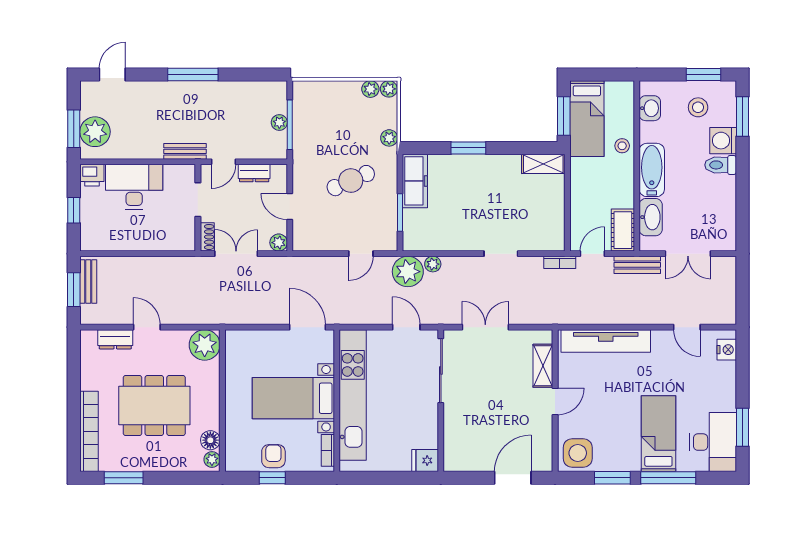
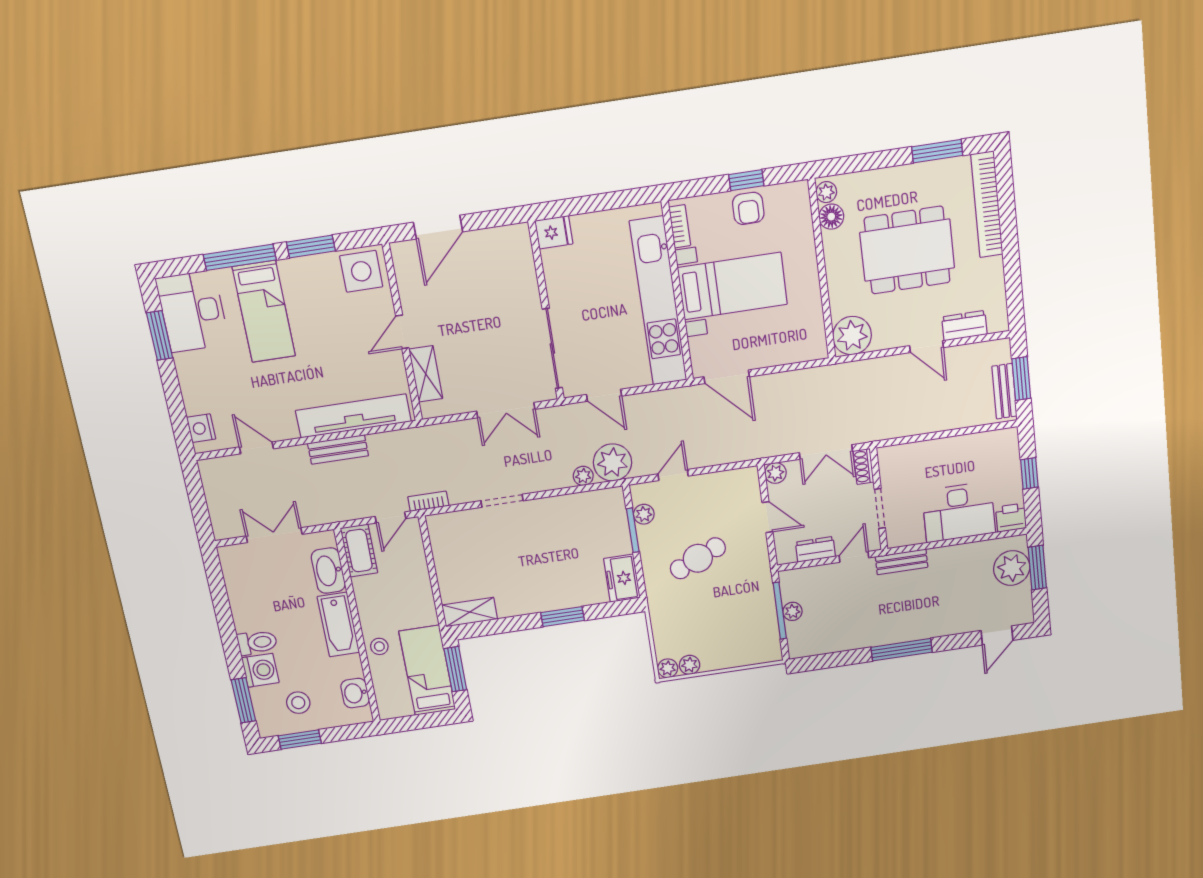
plant: (389, 138) -> (644, 514), moved
freezer: (415, 181) -> (622, 578), width x0.71
bench: (637, 265) -> (338, 450), moved

